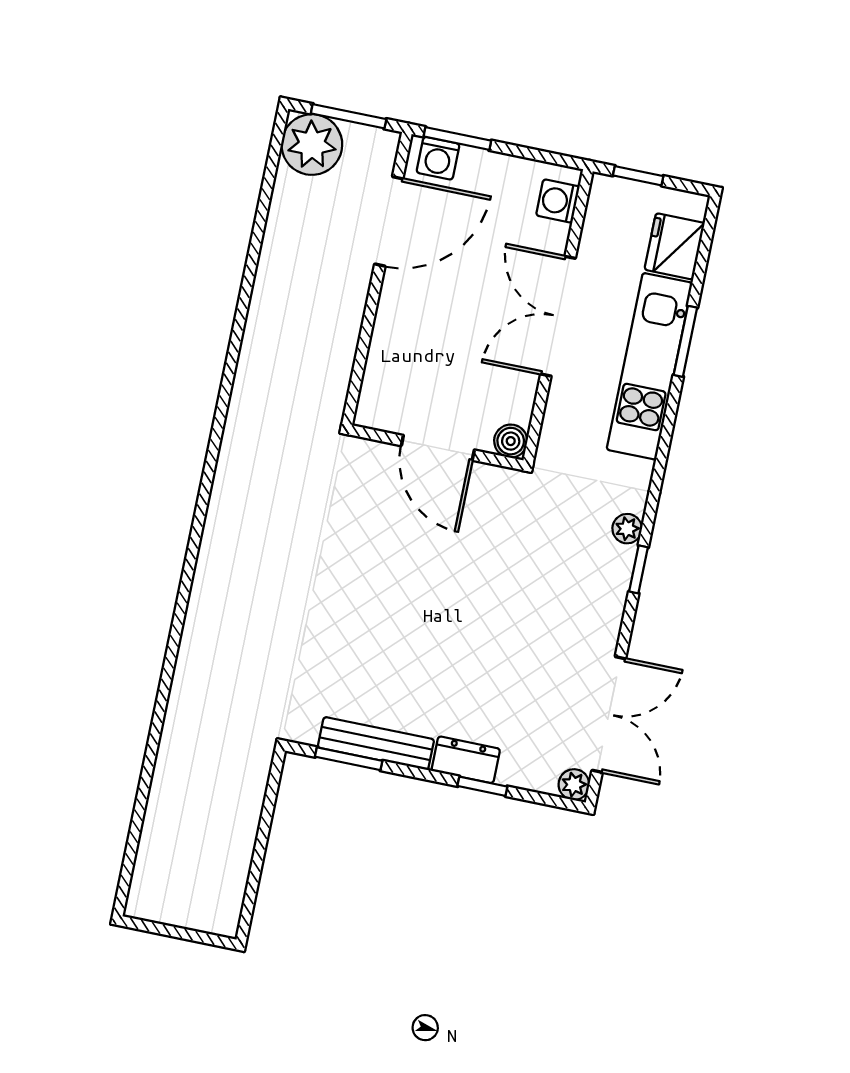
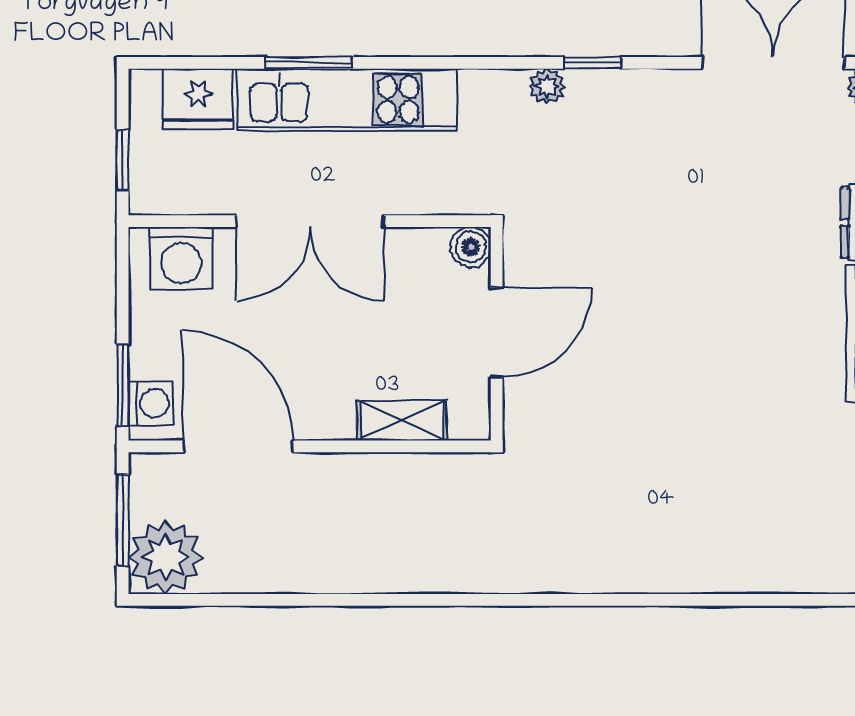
washing machine: (558, 201) -> (181, 258), width x1.38, depth x1.38
shelving: (383, 357) -> (402, 420), added

